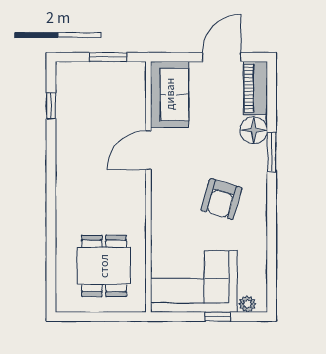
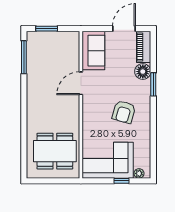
window: (108, 57) -> (47, 29), moved
window: (51, 106) -> (24, 57), width x2.17
dining table: (104, 266) -> (55, 151), width x1.38

